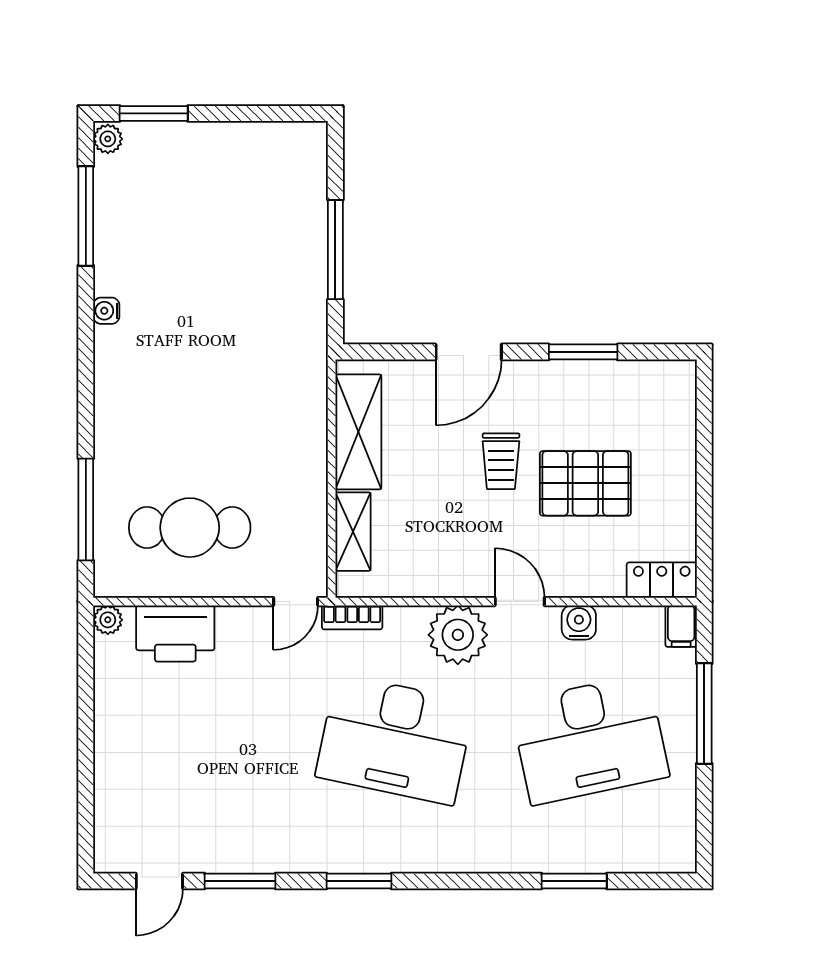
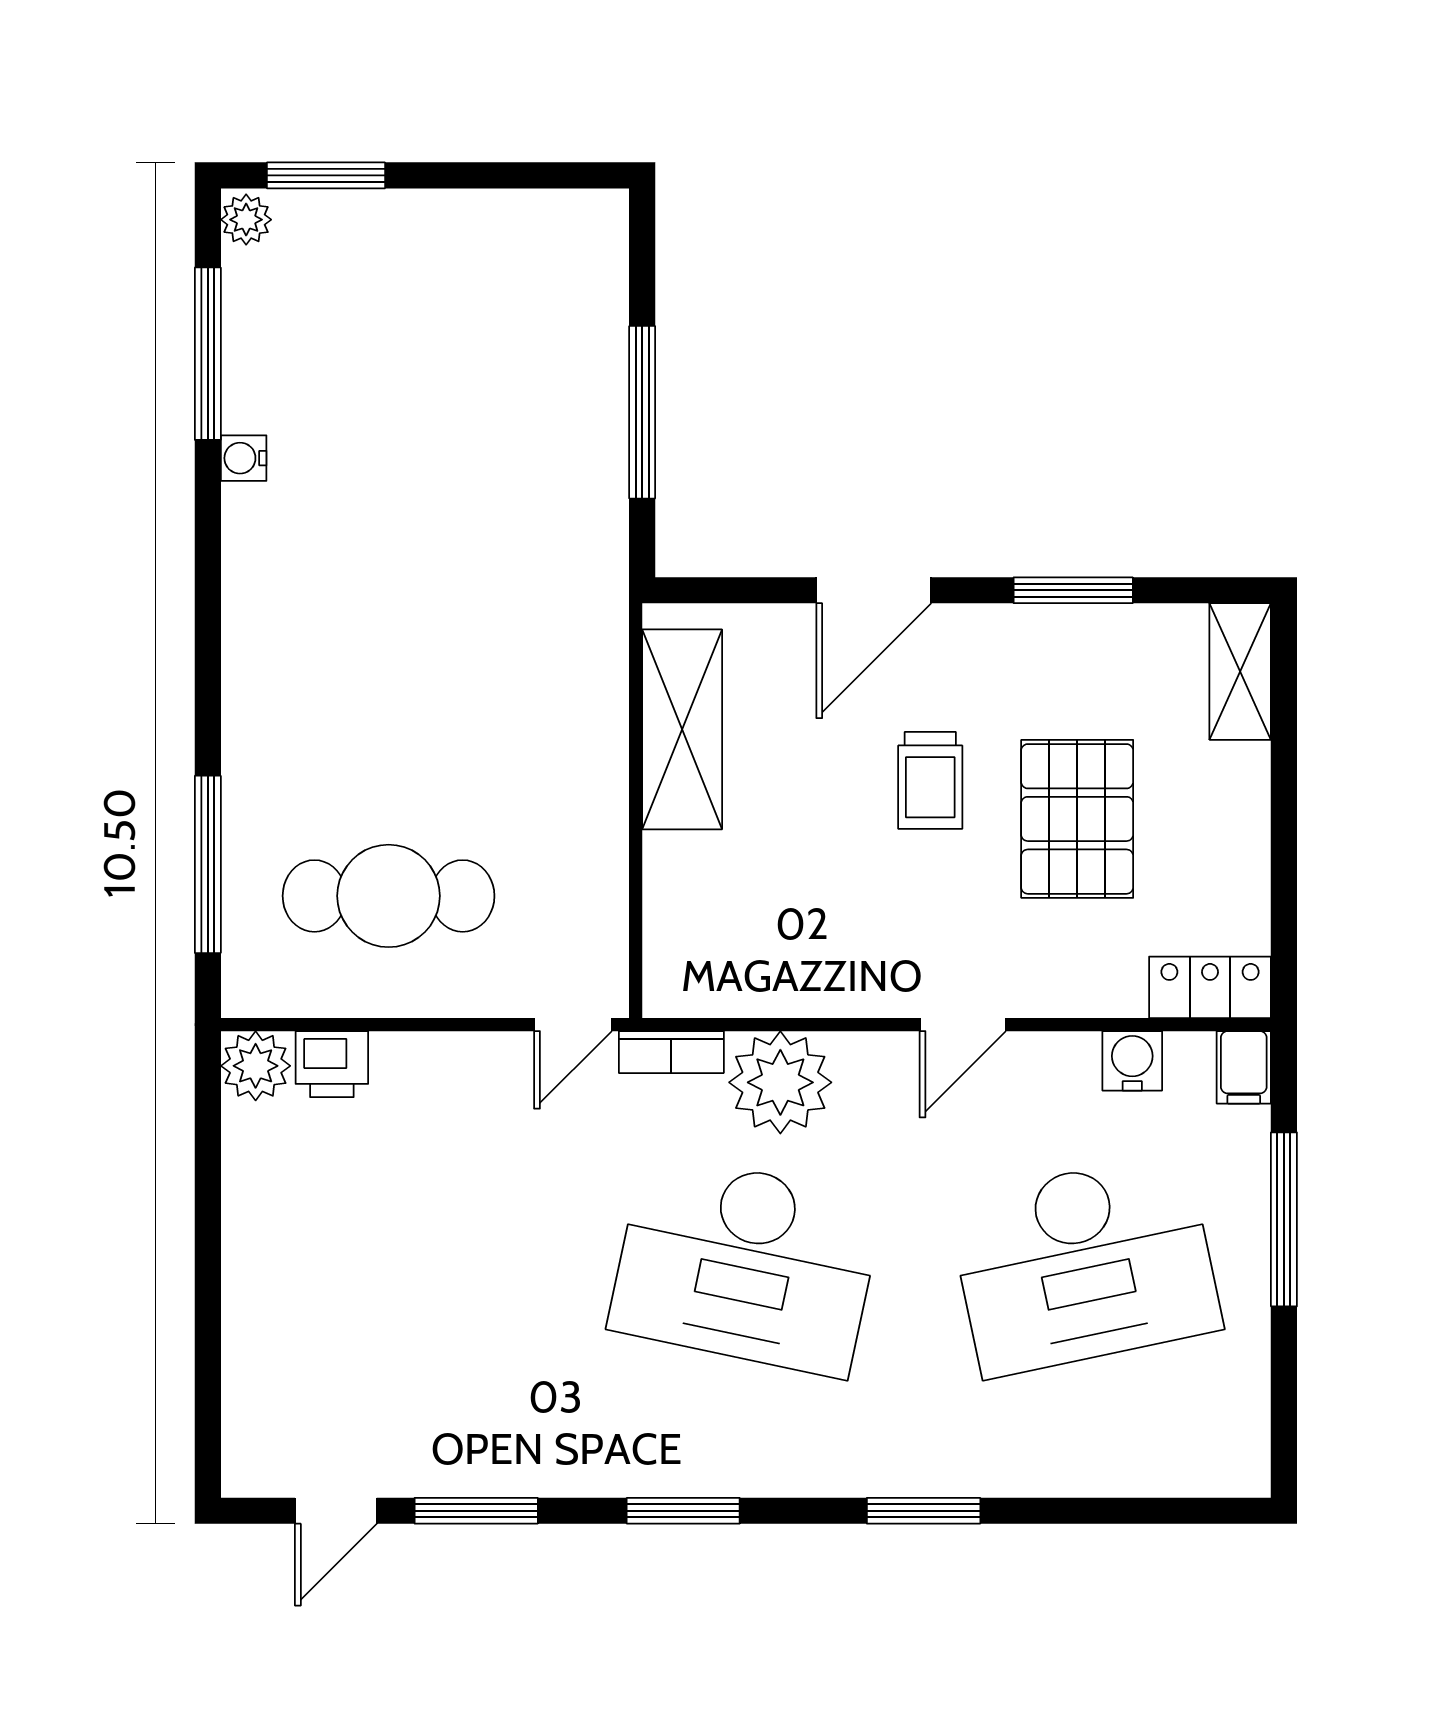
water cooler: (106, 311) -> (244, 458), moved
pallet: (585, 483) -> (1077, 819), turned 90
shelving: (353, 532) -> (1240, 672), moved
door: (520, 602) -> (963, 1025), swing flipped
plant: (108, 620) -> (256, 1066), width x1.38, depth x1.38
water cooler: (579, 622) -> (1132, 1061), moved
printer: (175, 633) -> (332, 1064), width x0.53, depth x0.68
plant: (458, 635) -> (780, 1082), moved
window: (574, 881) -> (924, 1511), moved

